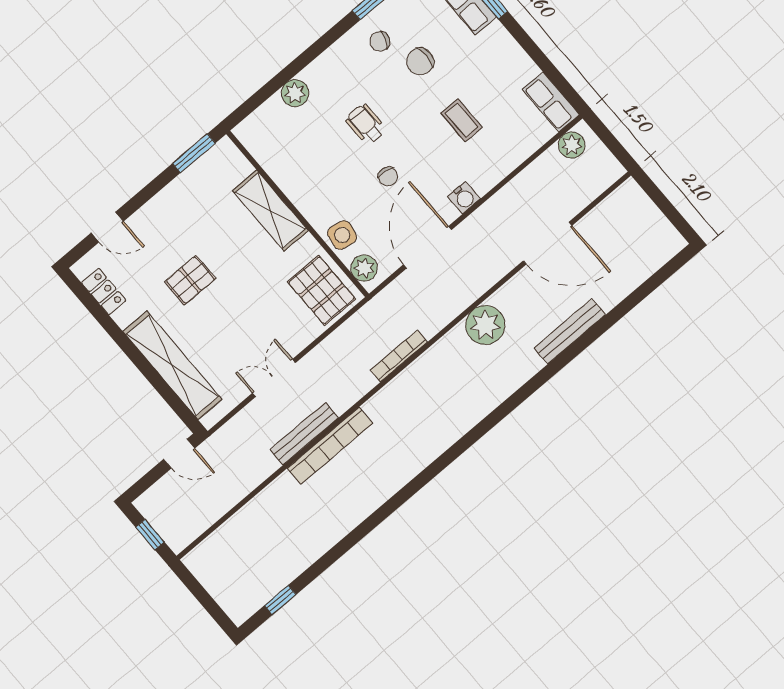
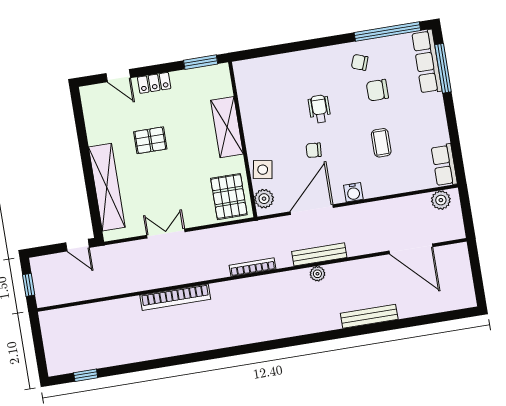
plant: (295, 93) -> (287, 63), removed
chair: (388, 176) -> (314, 150), turned 85
door: (548, 243) -> (411, 249), moved
locker: (104, 292) -> (154, 83), moved, turned 90
plant: (485, 325) -> (317, 274), width x0.53, depth x0.53
bench: (304, 434) -> (319, 254), moved

